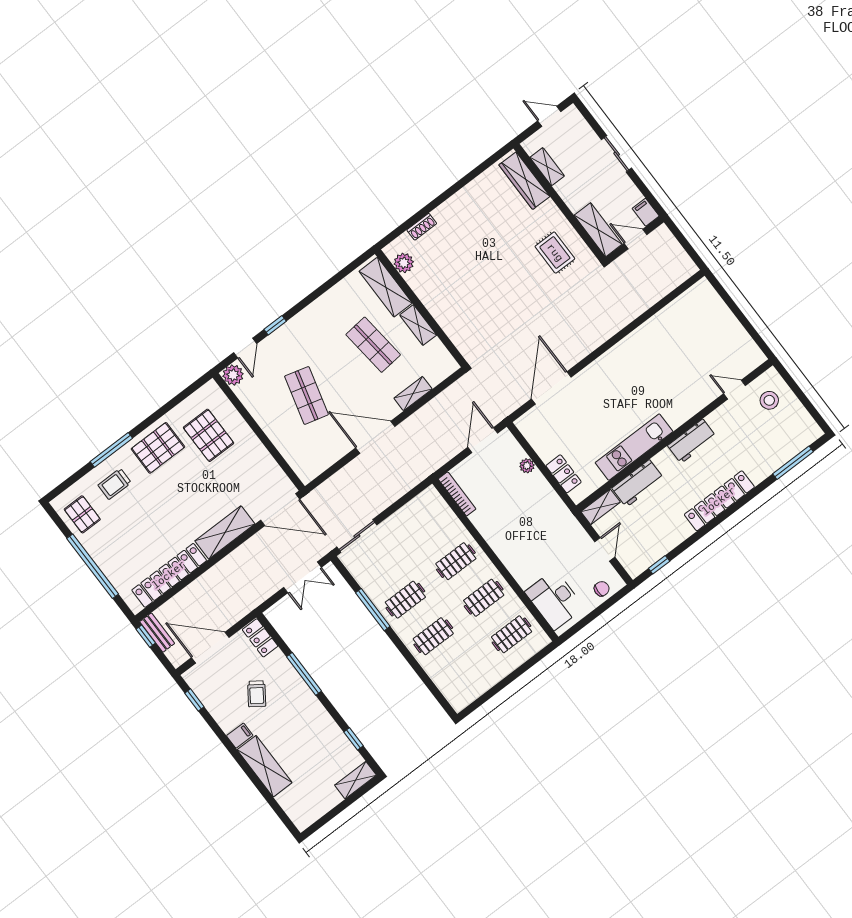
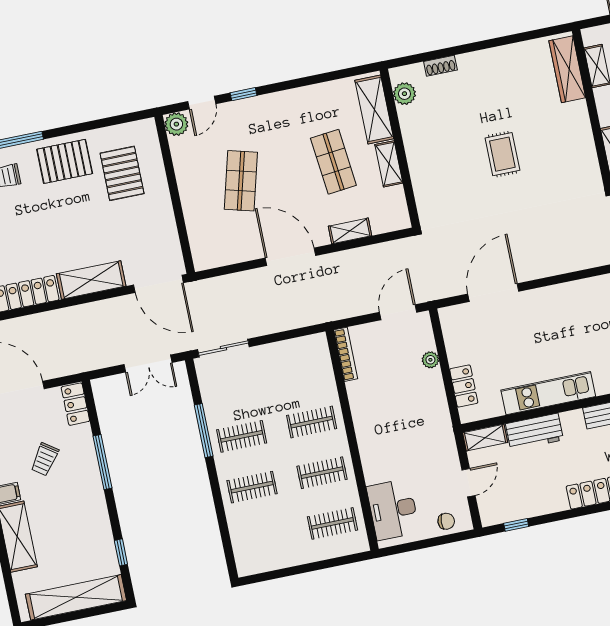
rug: (555, 253) -> (502, 154), moved
shelving: (356, 780) -> (76, 597), width x2.20, depth x1.33

